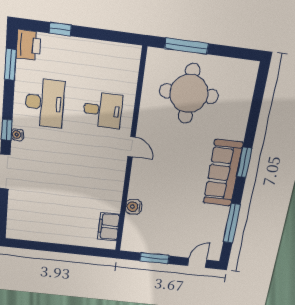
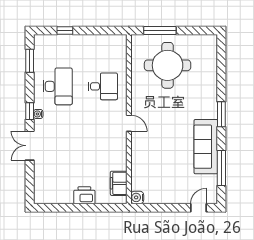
printer: (28, 45) -> (84, 195), moved, turned -90
door: (131, 147) -> (129, 123), moved
sofa: (223, 173) -> (206, 147), moved
water cooler: (134, 207) -> (137, 197), moved
window: (155, 258) -> (161, 208), removed

